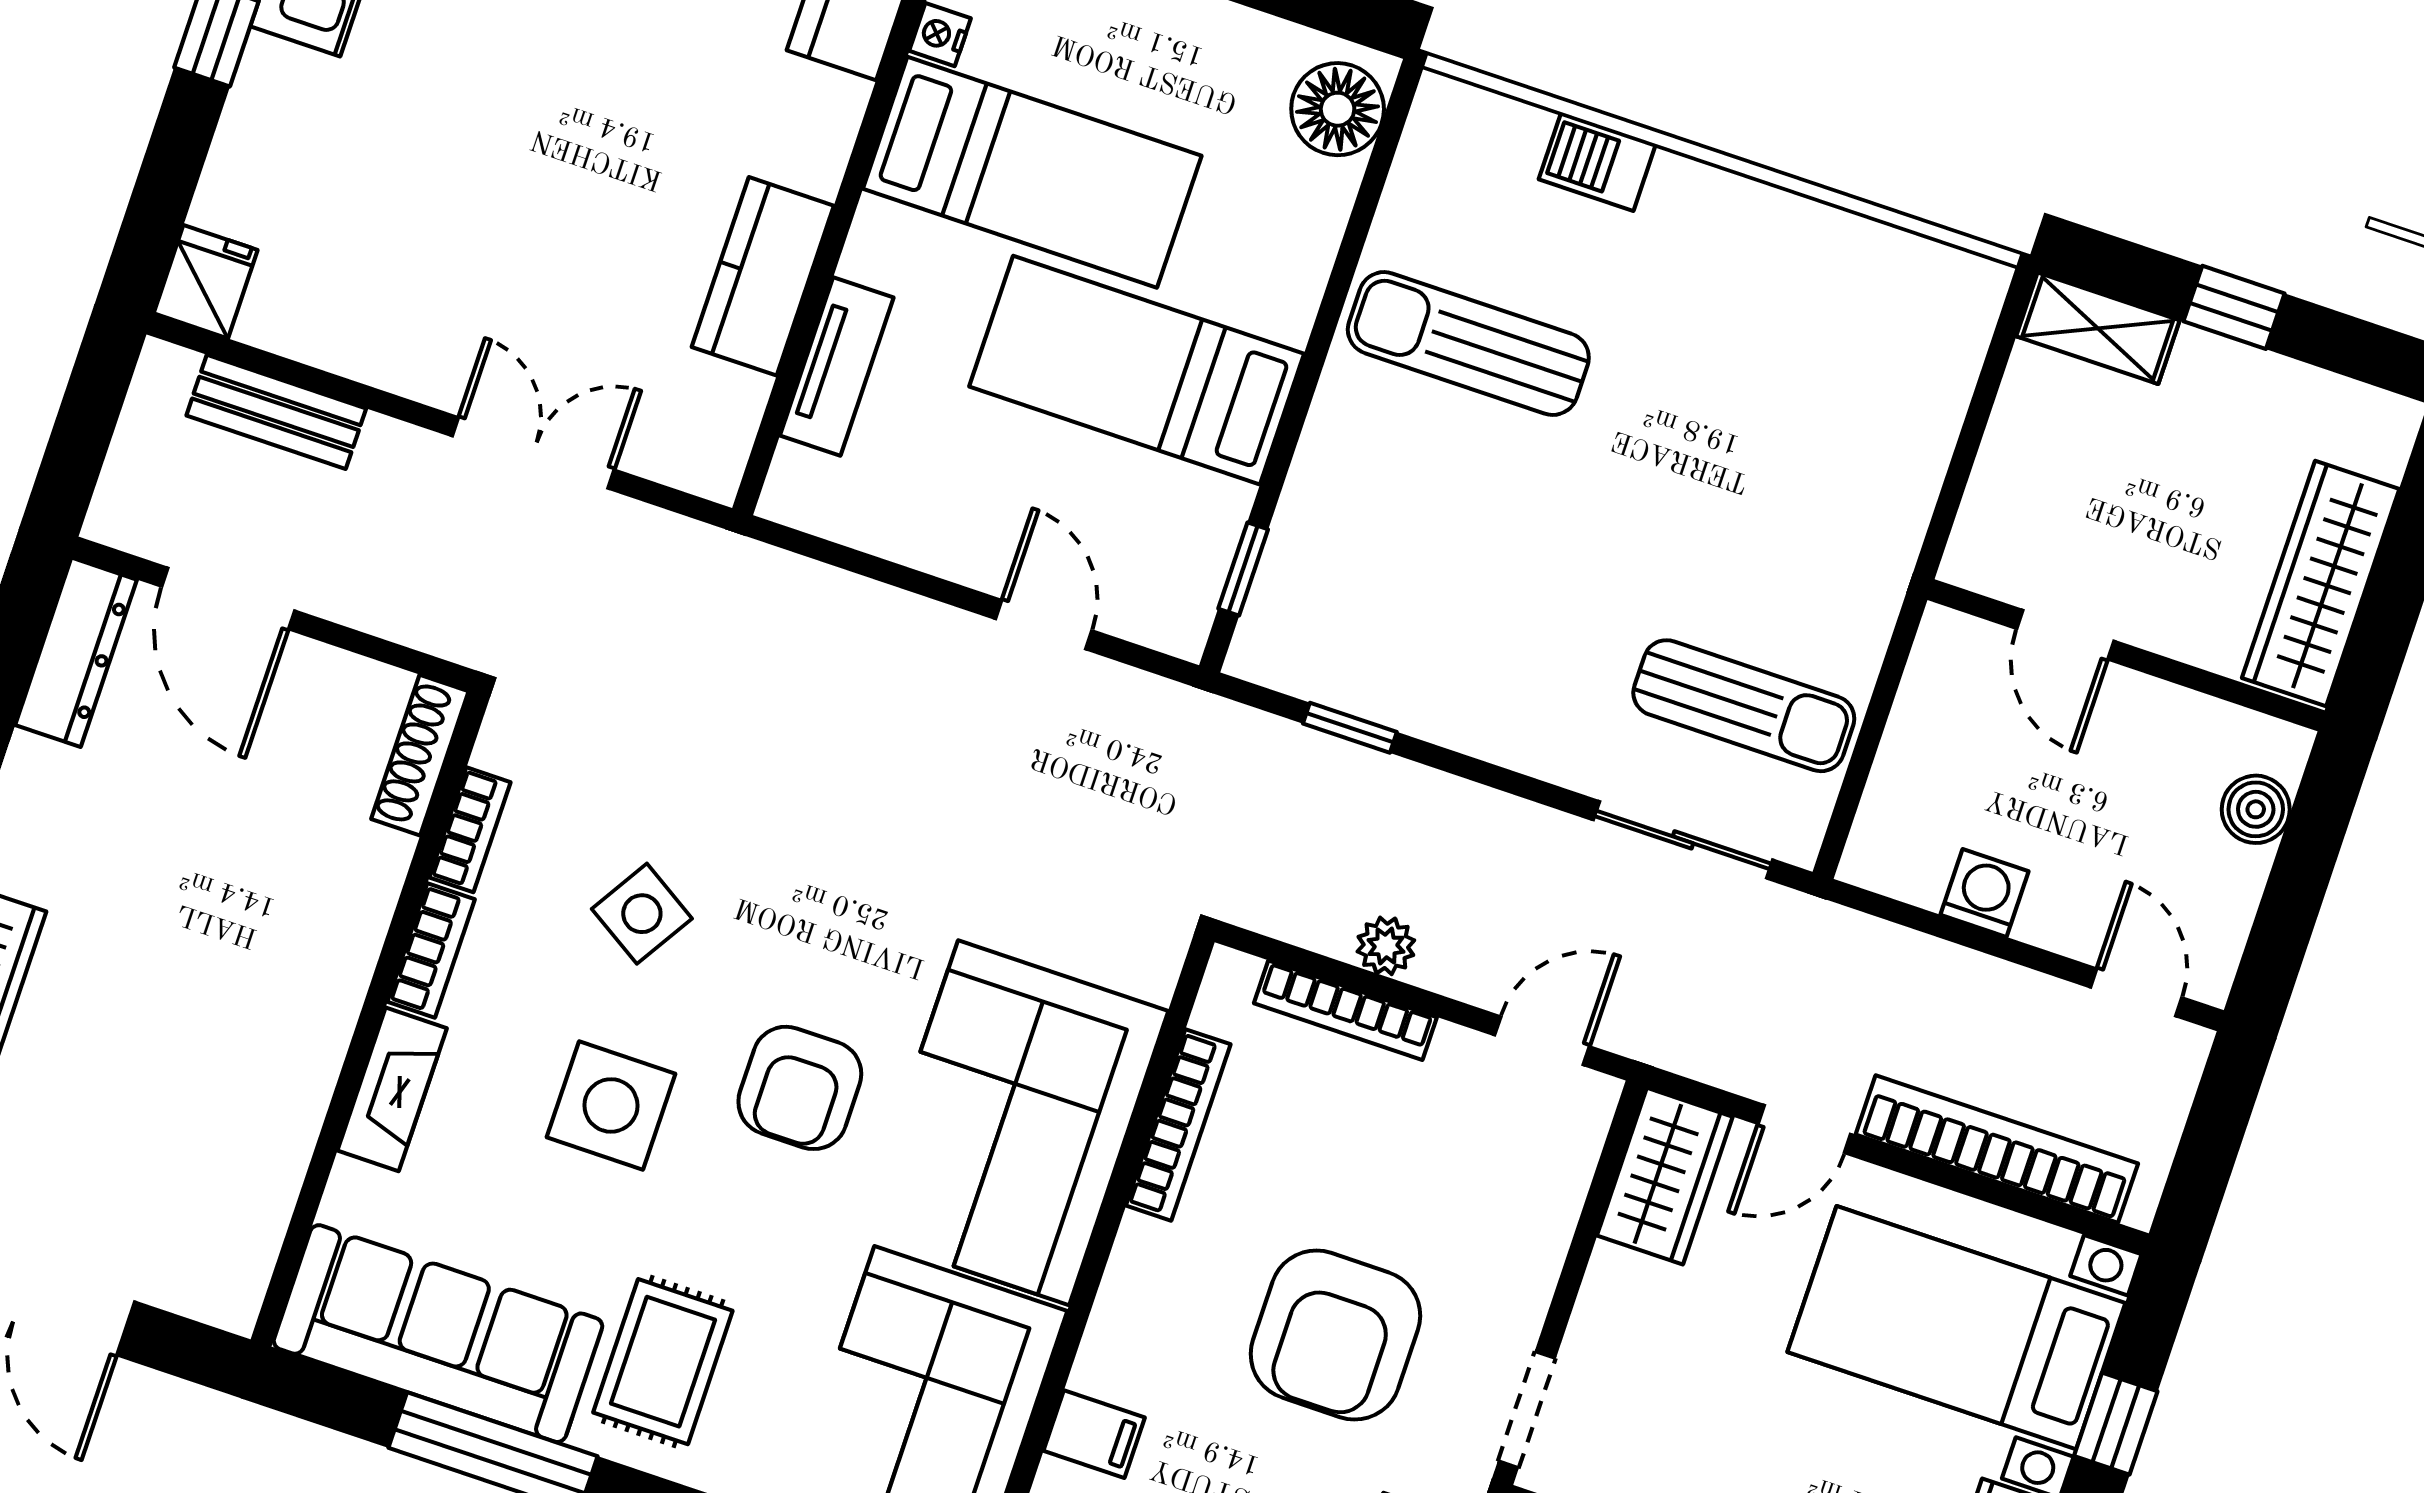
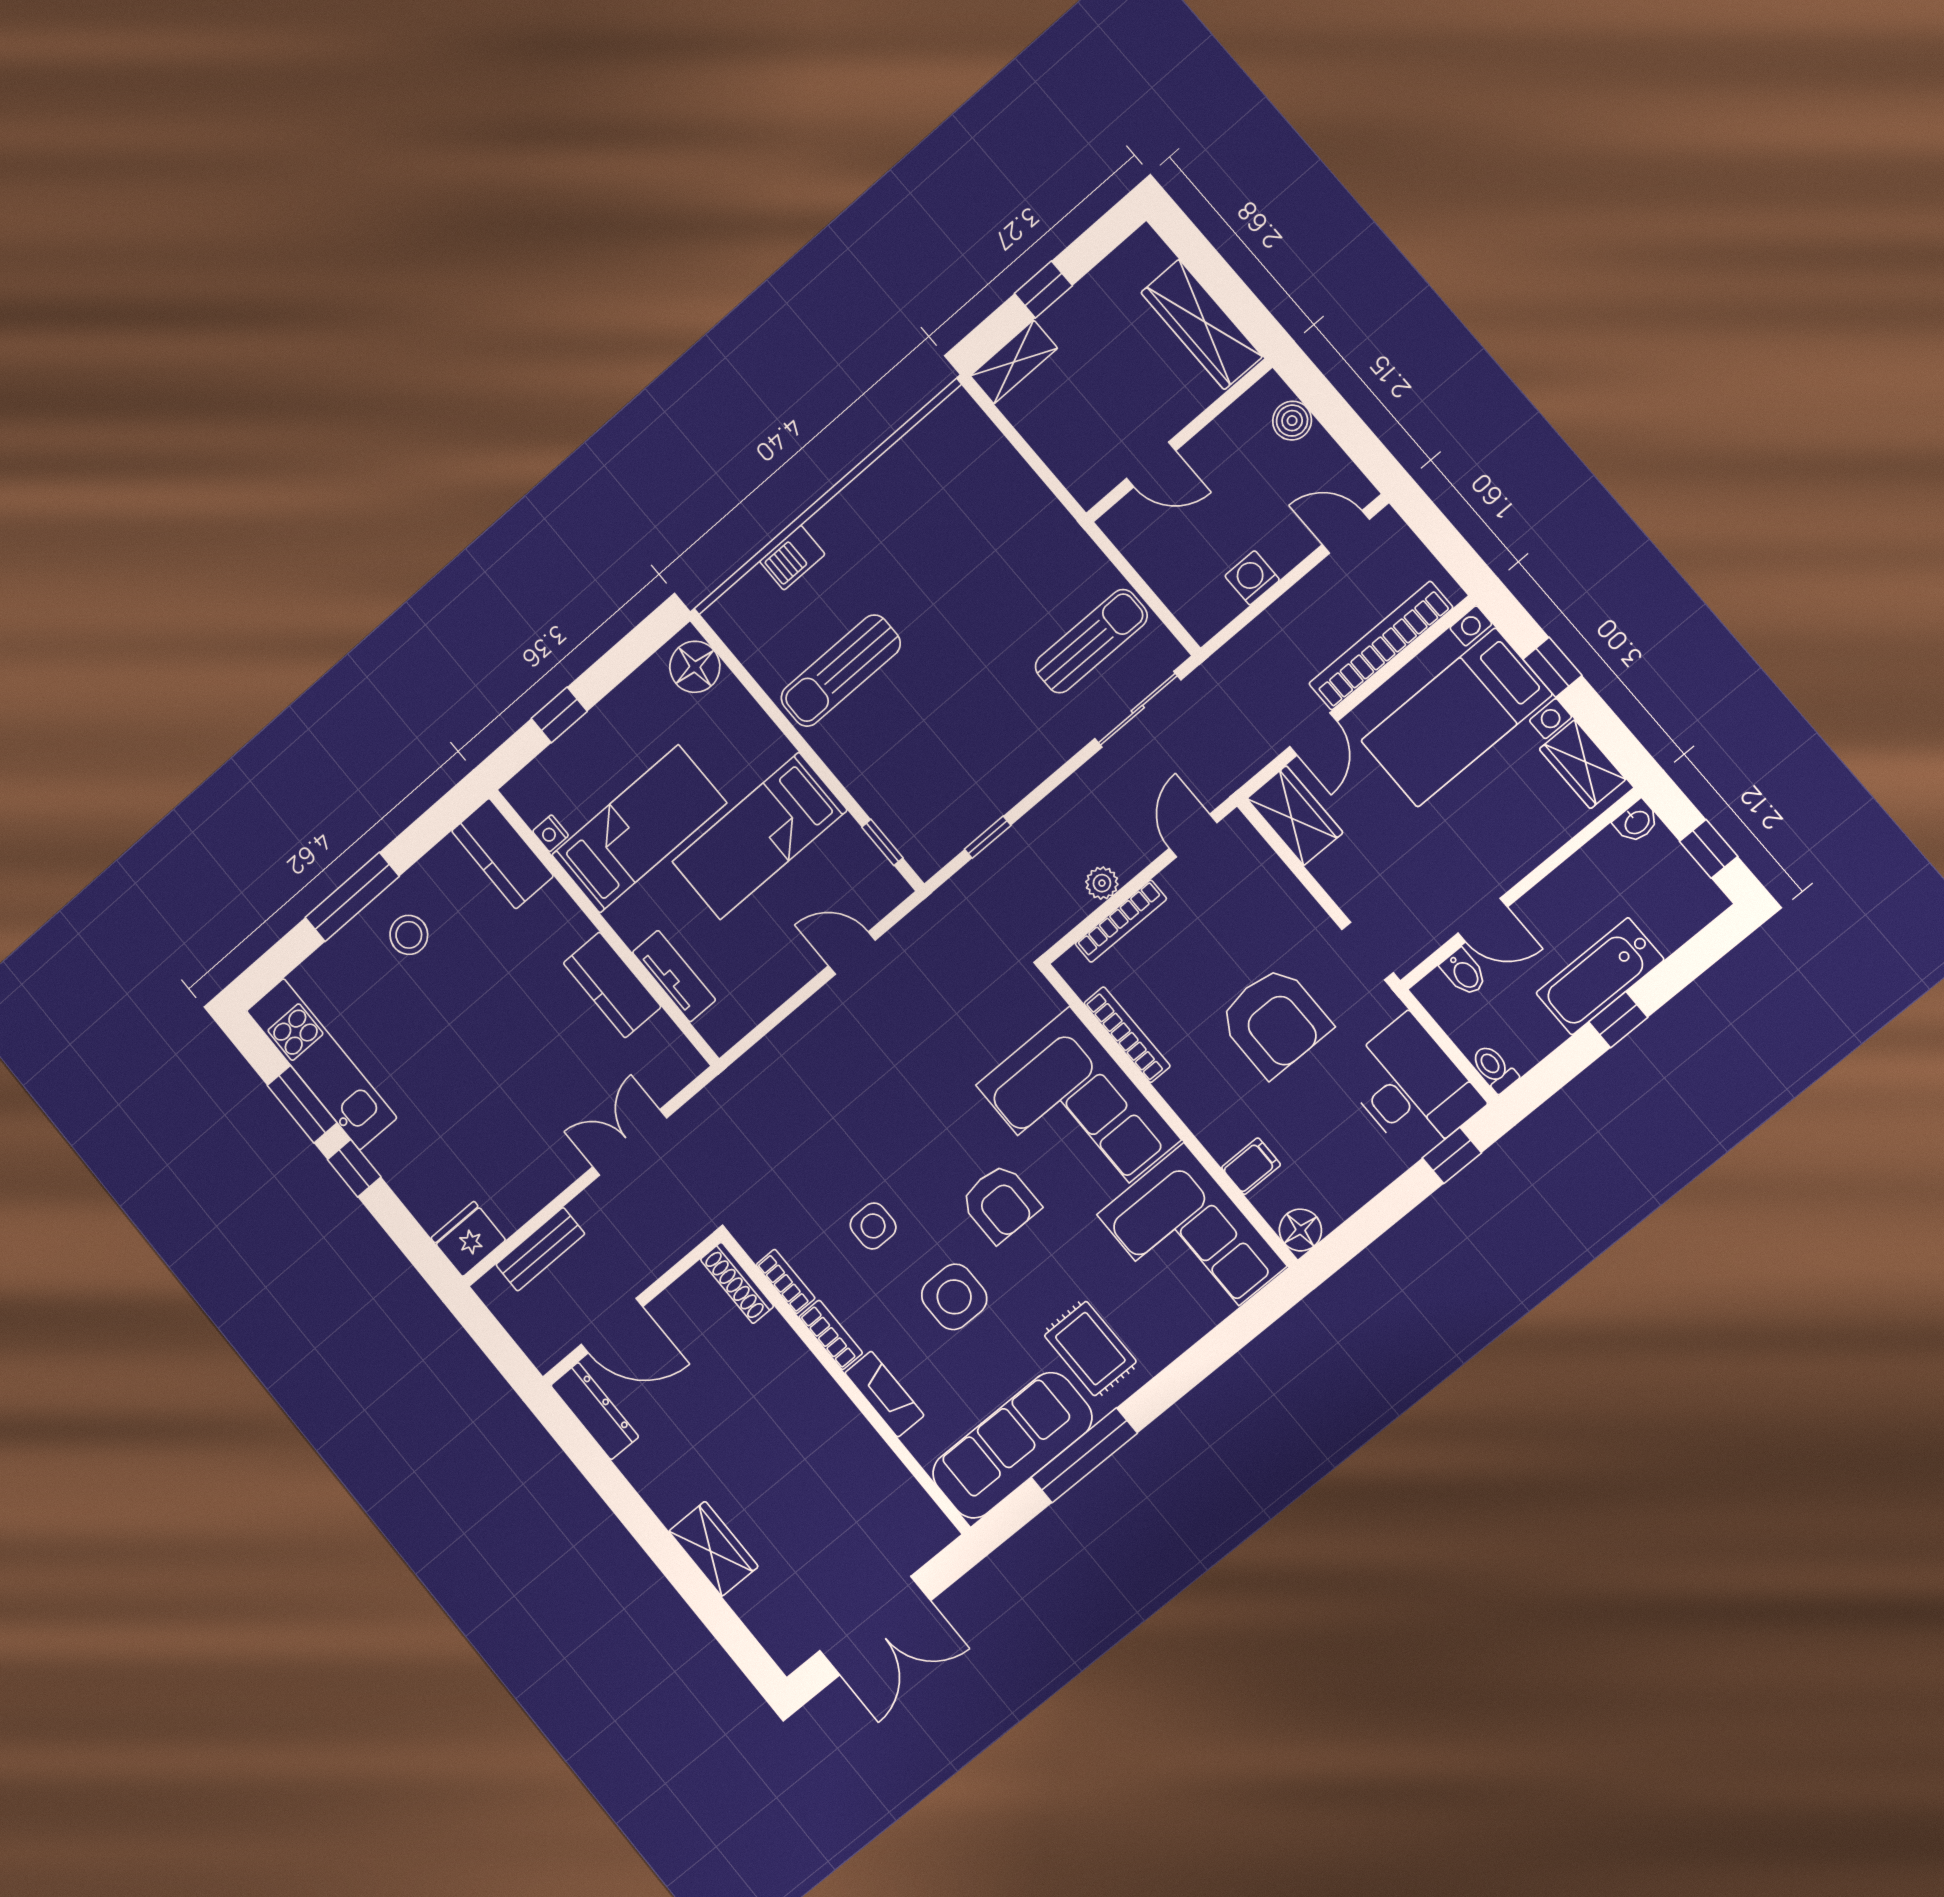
fridge: (206, 282) -> (468, 1239), width x1.38
side table: (642, 914) -> (873, 1226), turned -32

